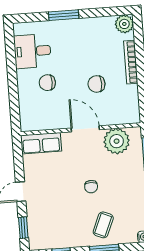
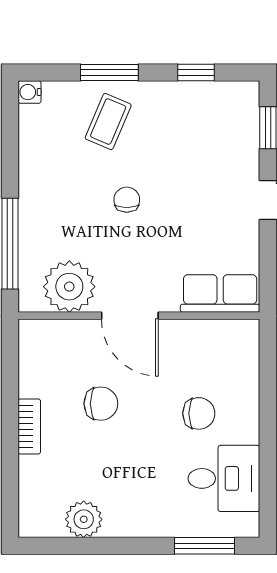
window: (64, 15) -> (205, 546), moved
plant: (124, 24) -> (84, 519), moved
bookcase: (131, 62) -> (29, 426), width x0.64

